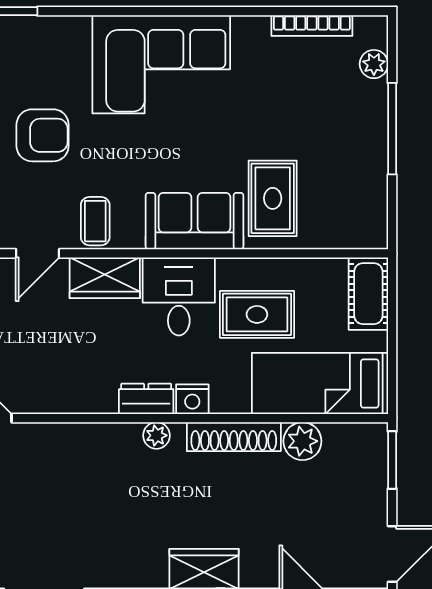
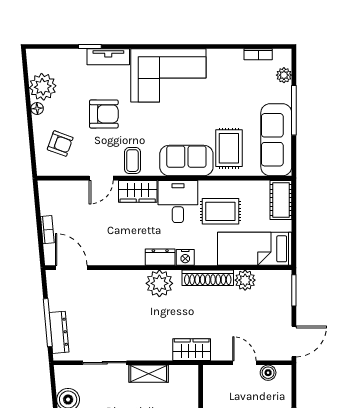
bookcase: (312, 26) -> (258, 54), width x0.64
tv unit: (51, 30) -> (108, 57), added
sofa: (360, 183) -> (276, 140), added
plant: (156, 435) -> (159, 283), width x1.88, depth x1.88

